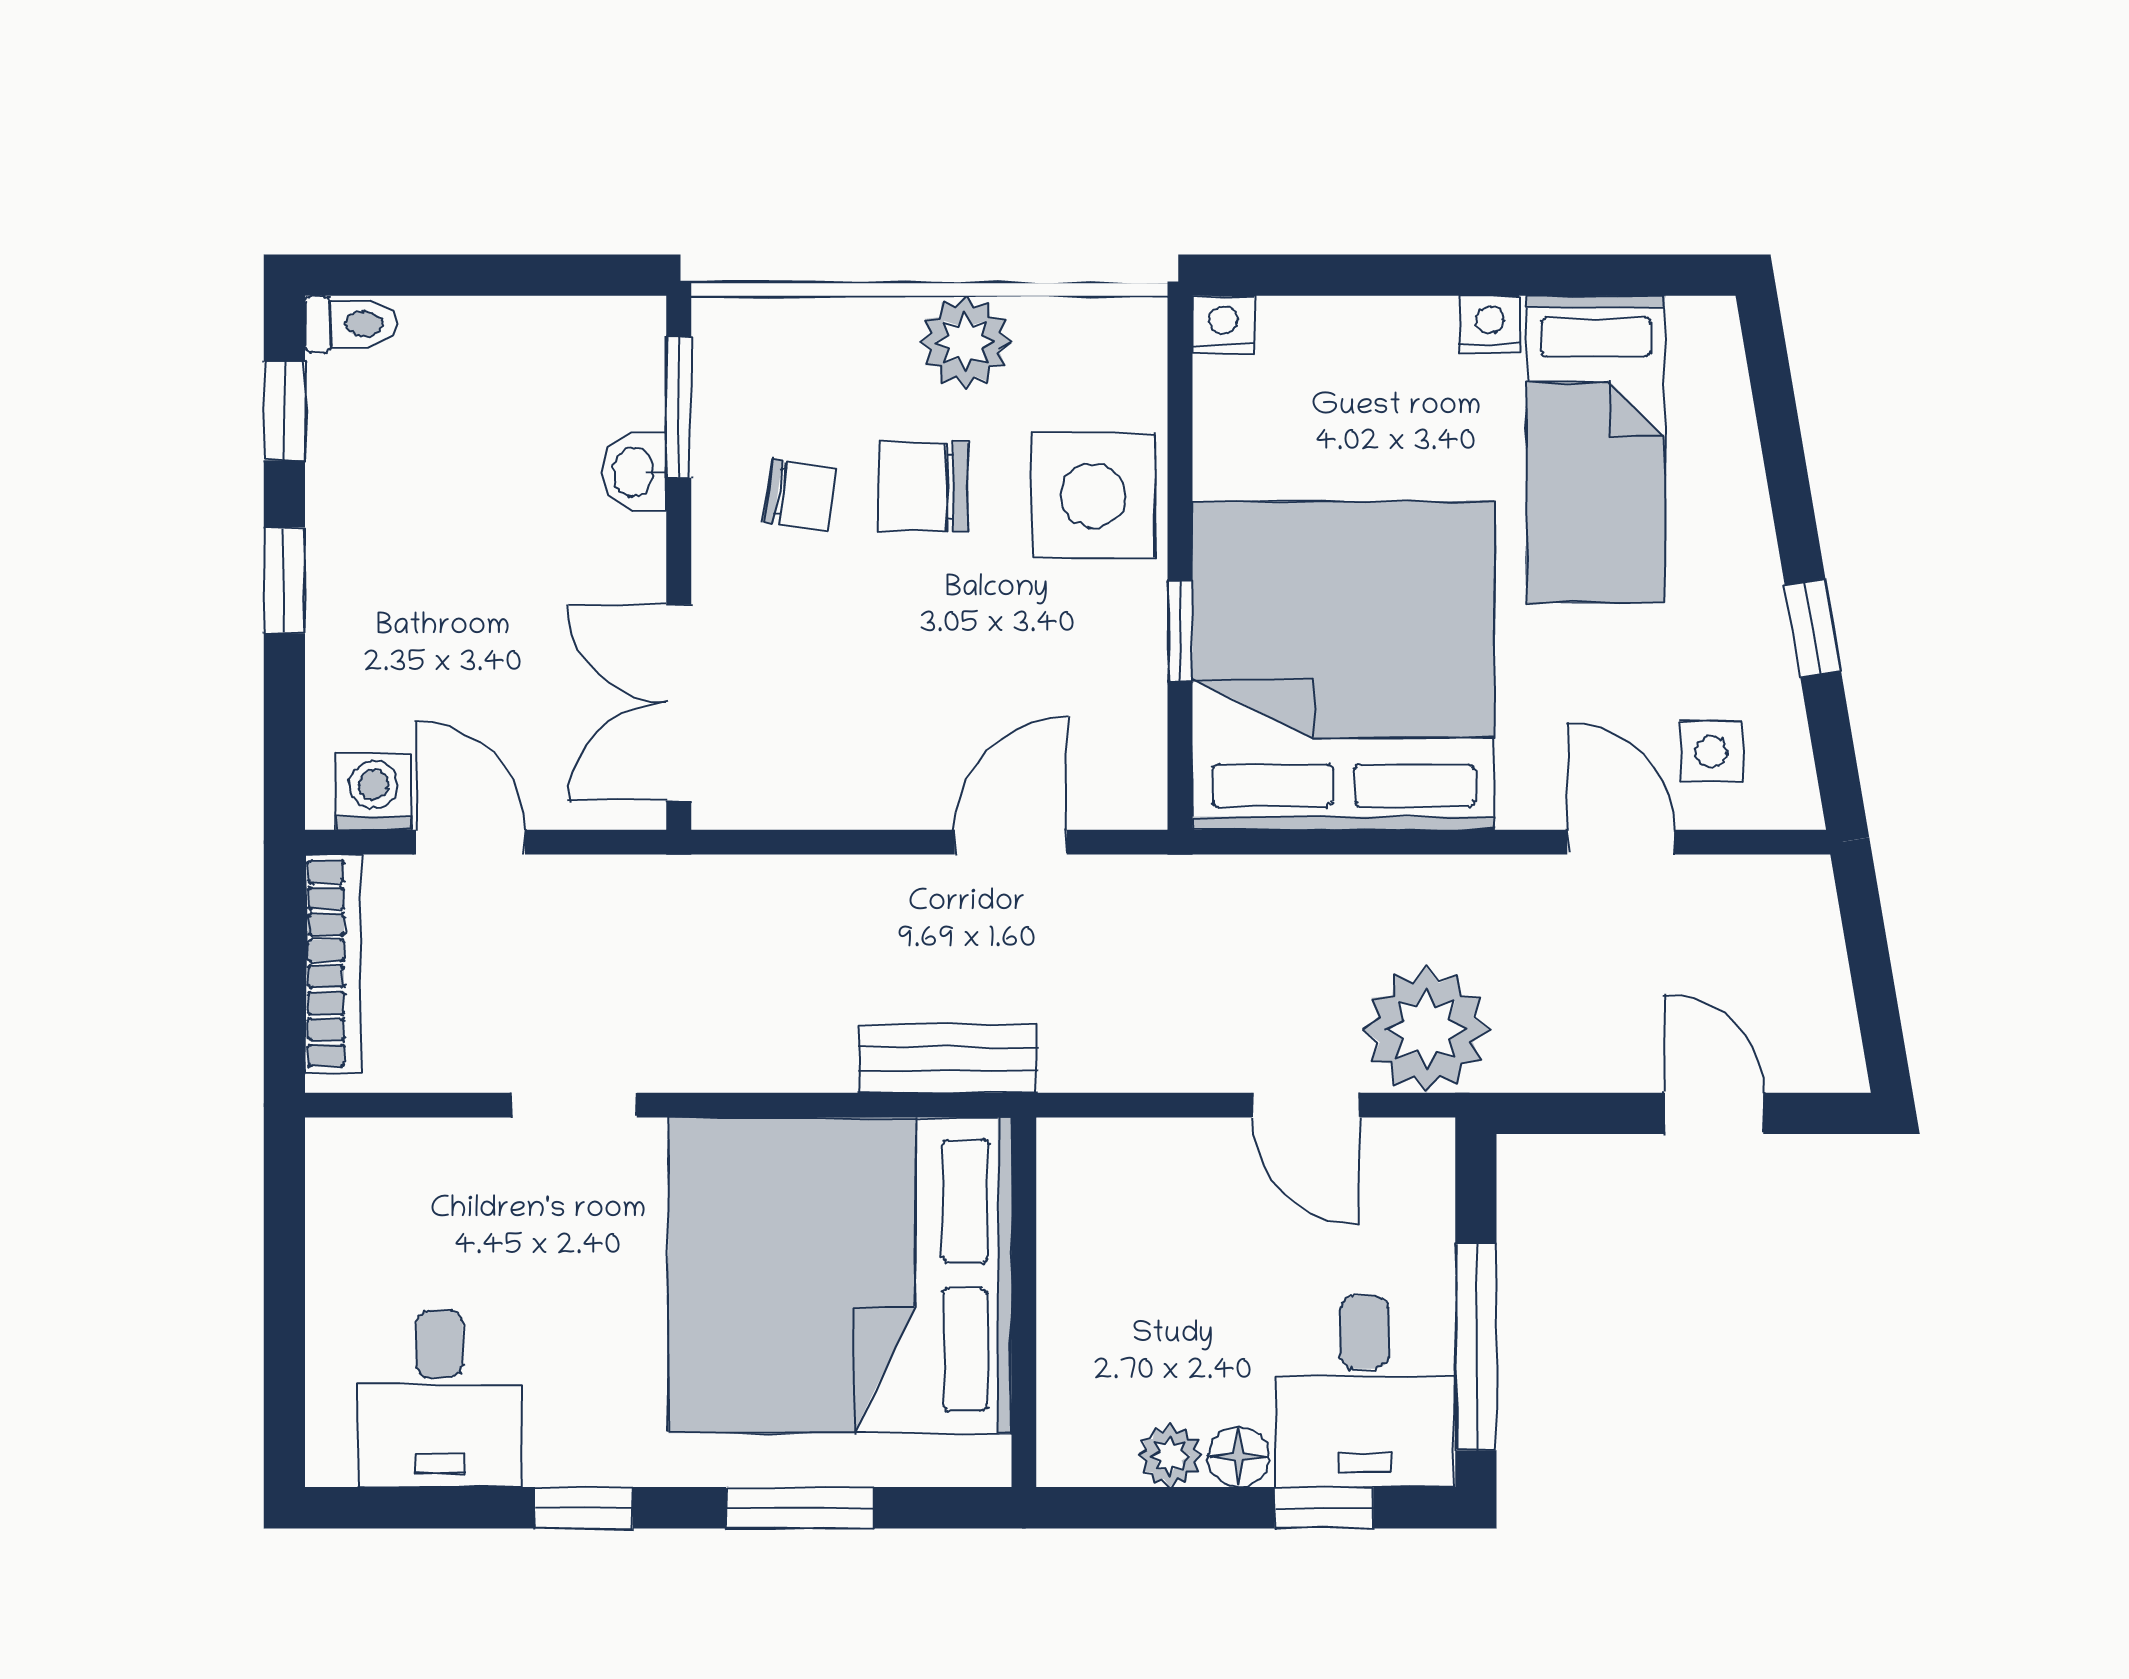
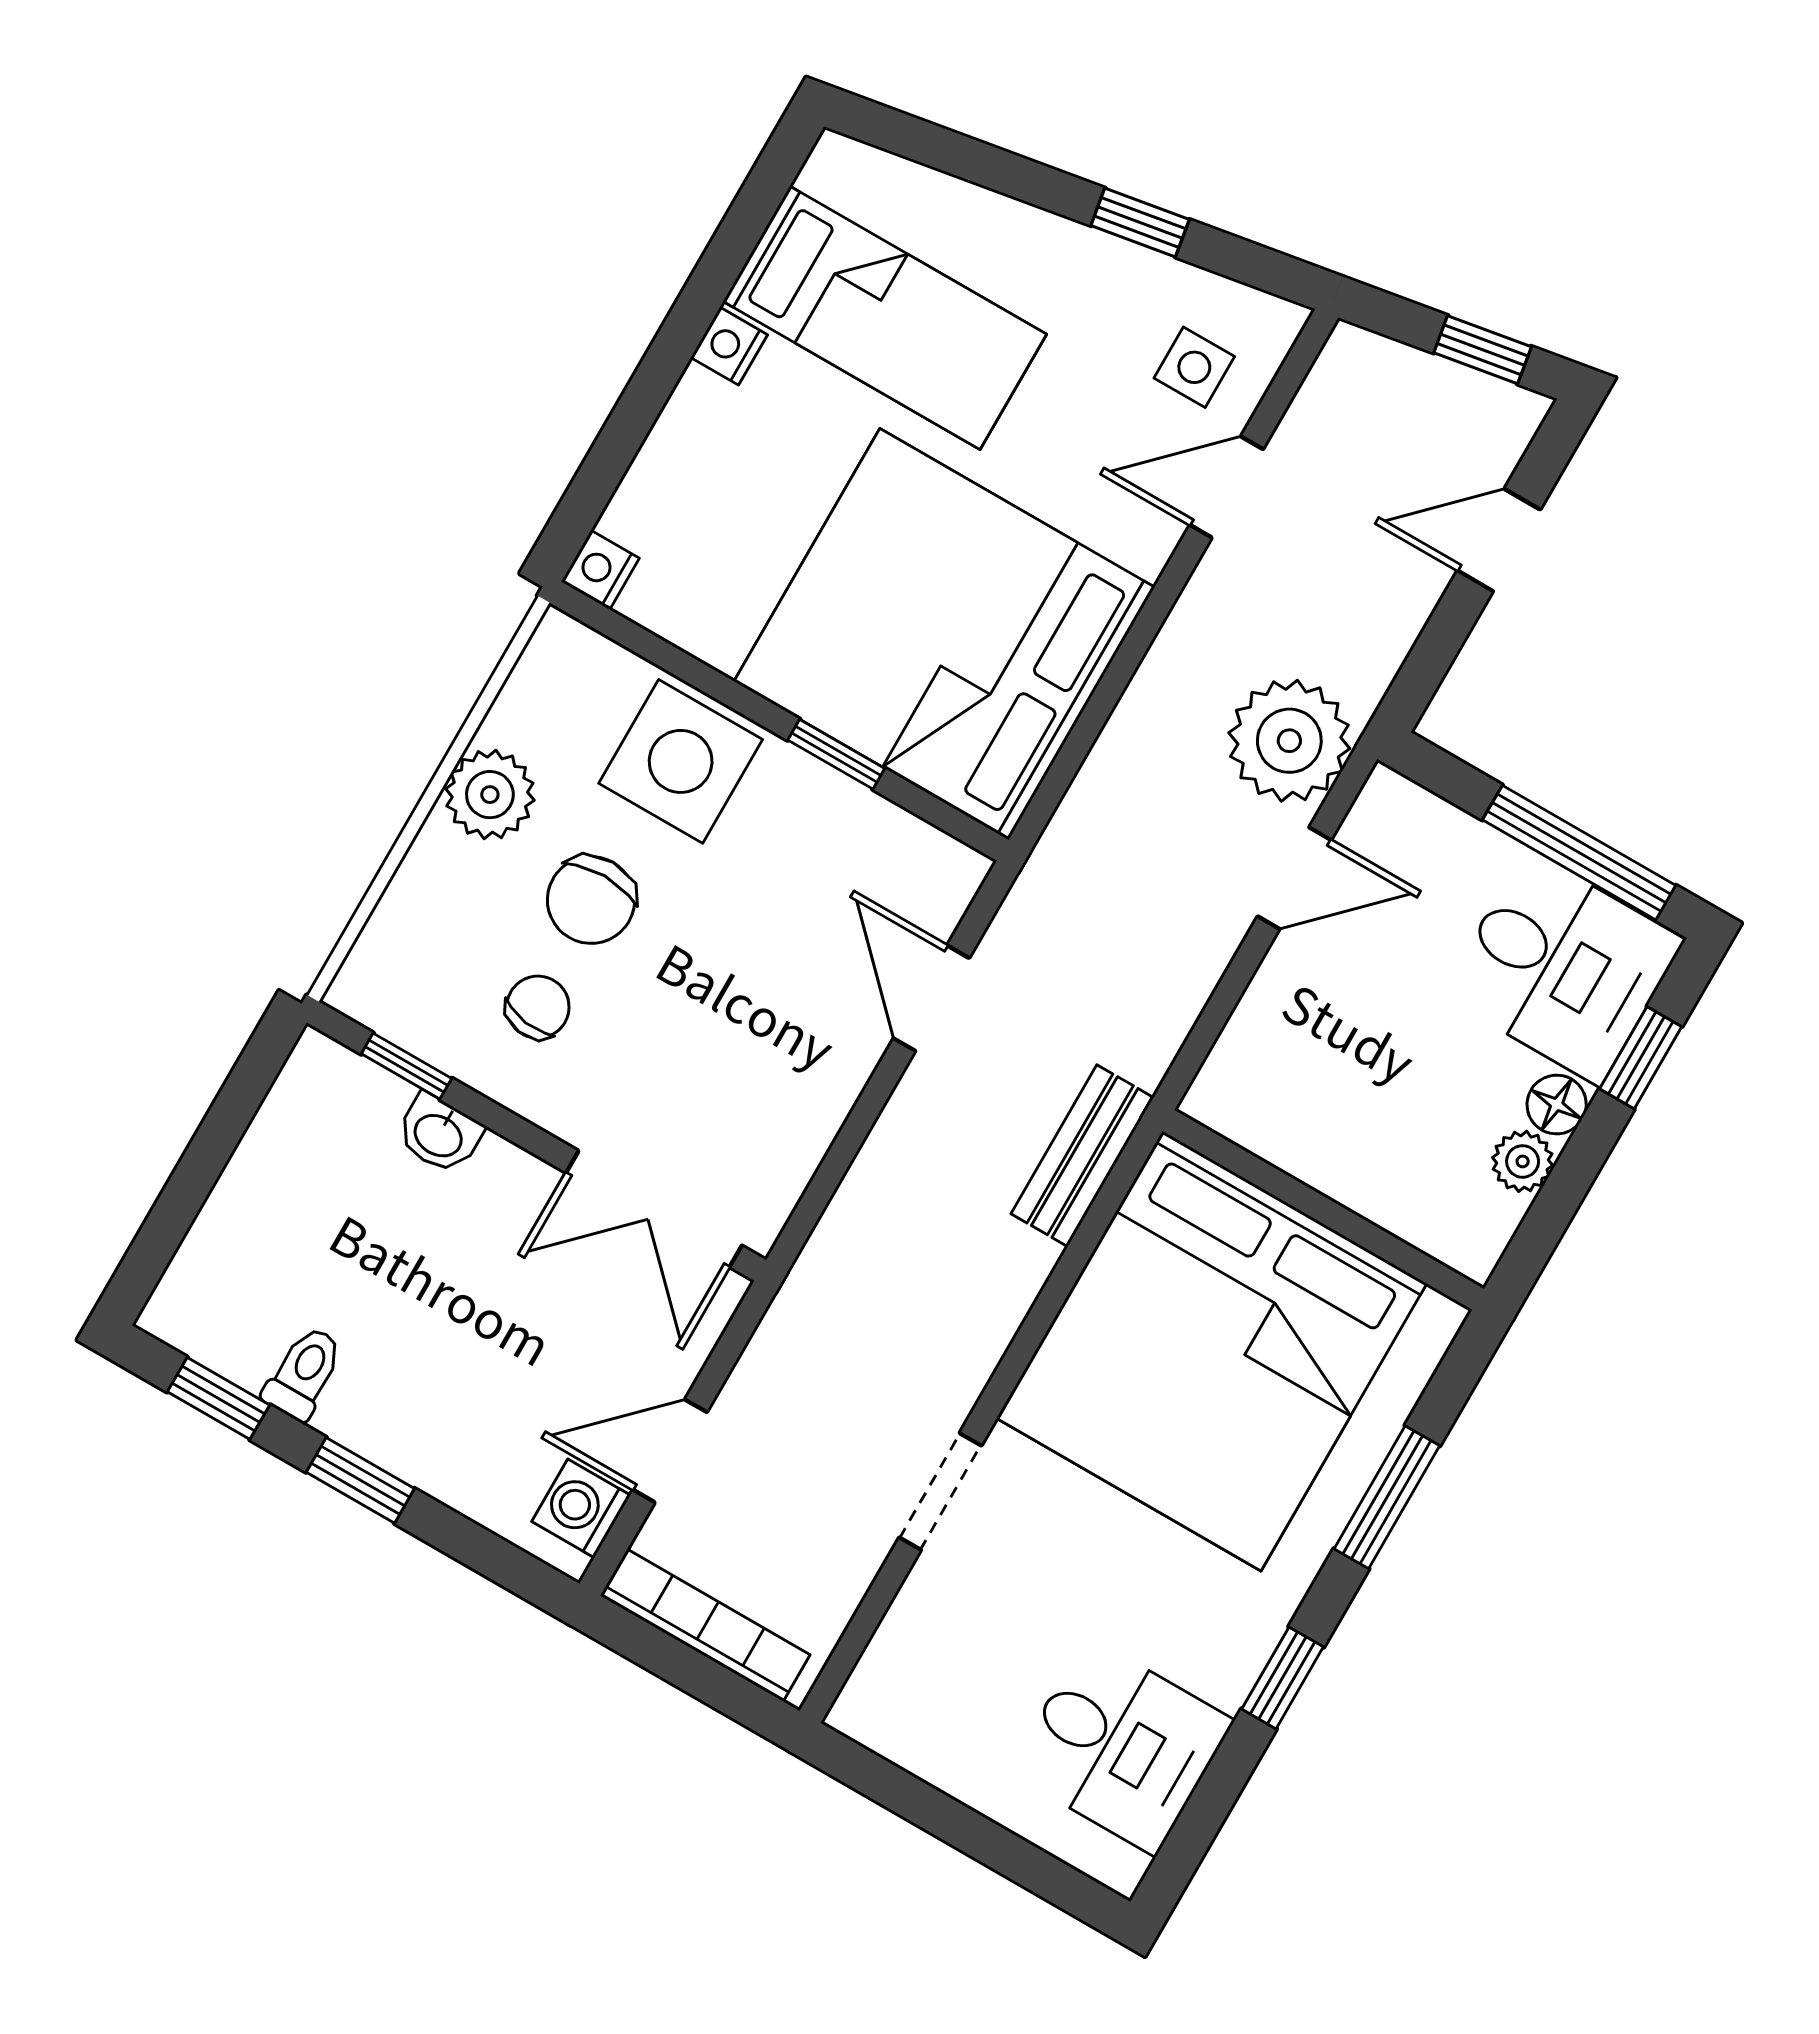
toilet: (351, 324) -> (304, 1373), moved
window: (679, 408) -> (406, 1066), width x0.67
window: (1876, 1000) -> (1483, 350), added

